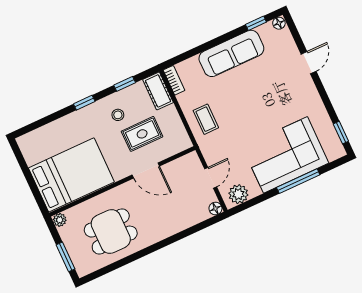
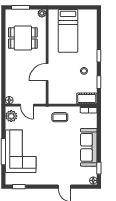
rug: (142, 134) -> (68, 79), removed
bed: (71, 175) -> (68, 31), width x0.67
dining table: (111, 232) -> (23, 38), turned 90

